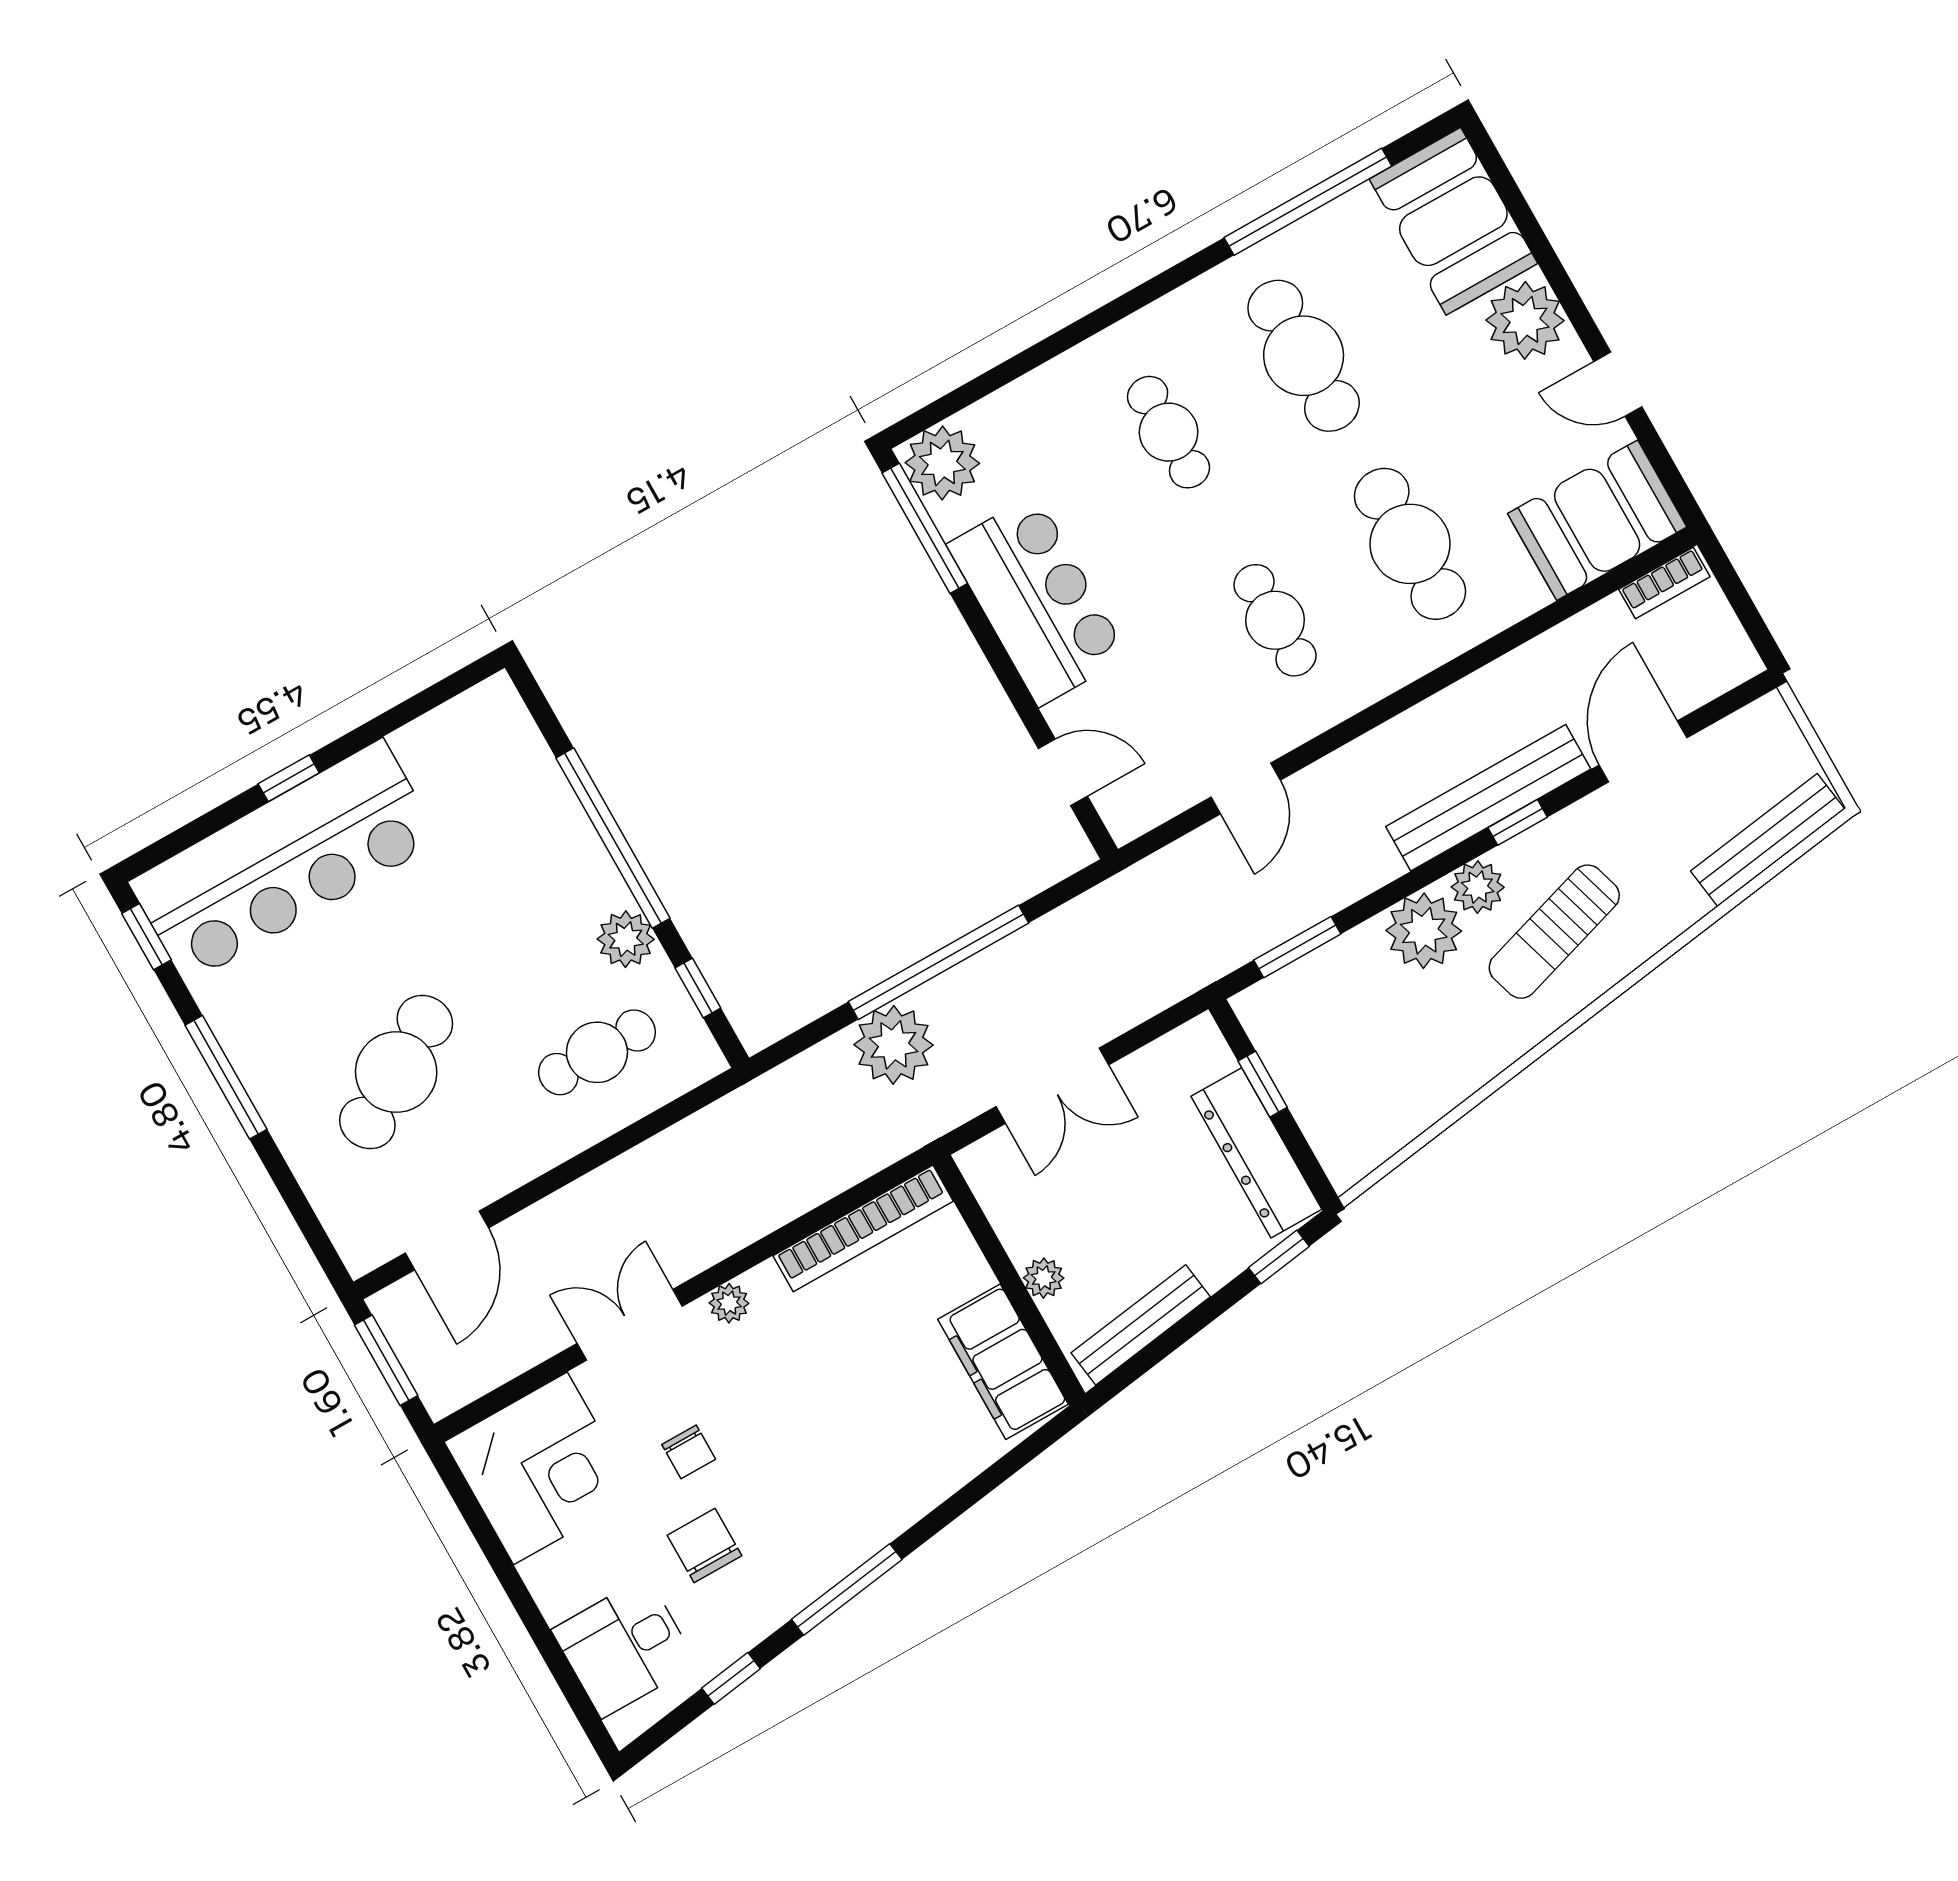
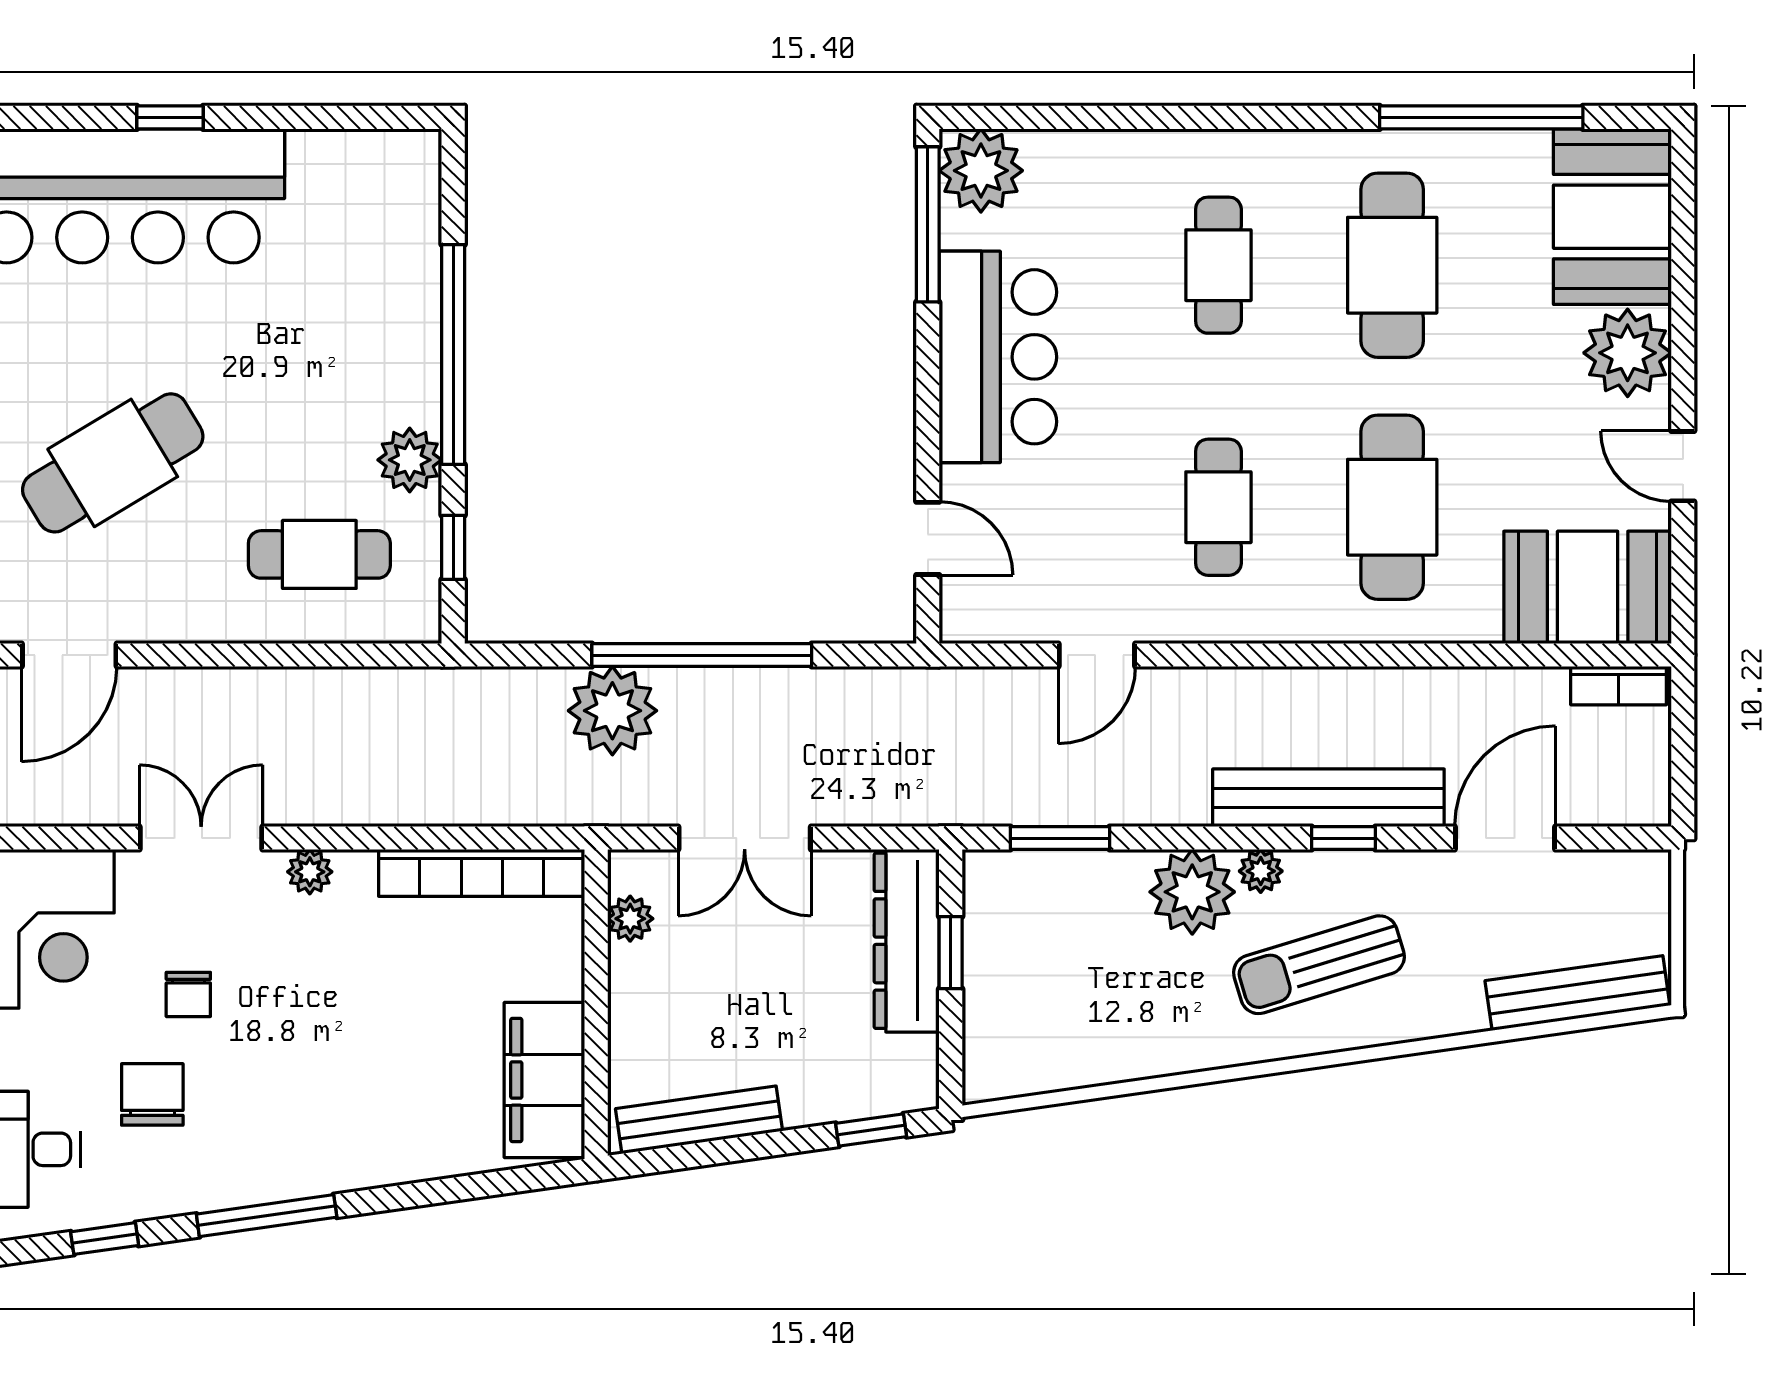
plant: (1478, 887) -> (1261, 871), width x0.73, depth x0.73
dresser: (1256, 1153) -> (907, 941), moved
plant: (1044, 1278) -> (630, 919), moved

